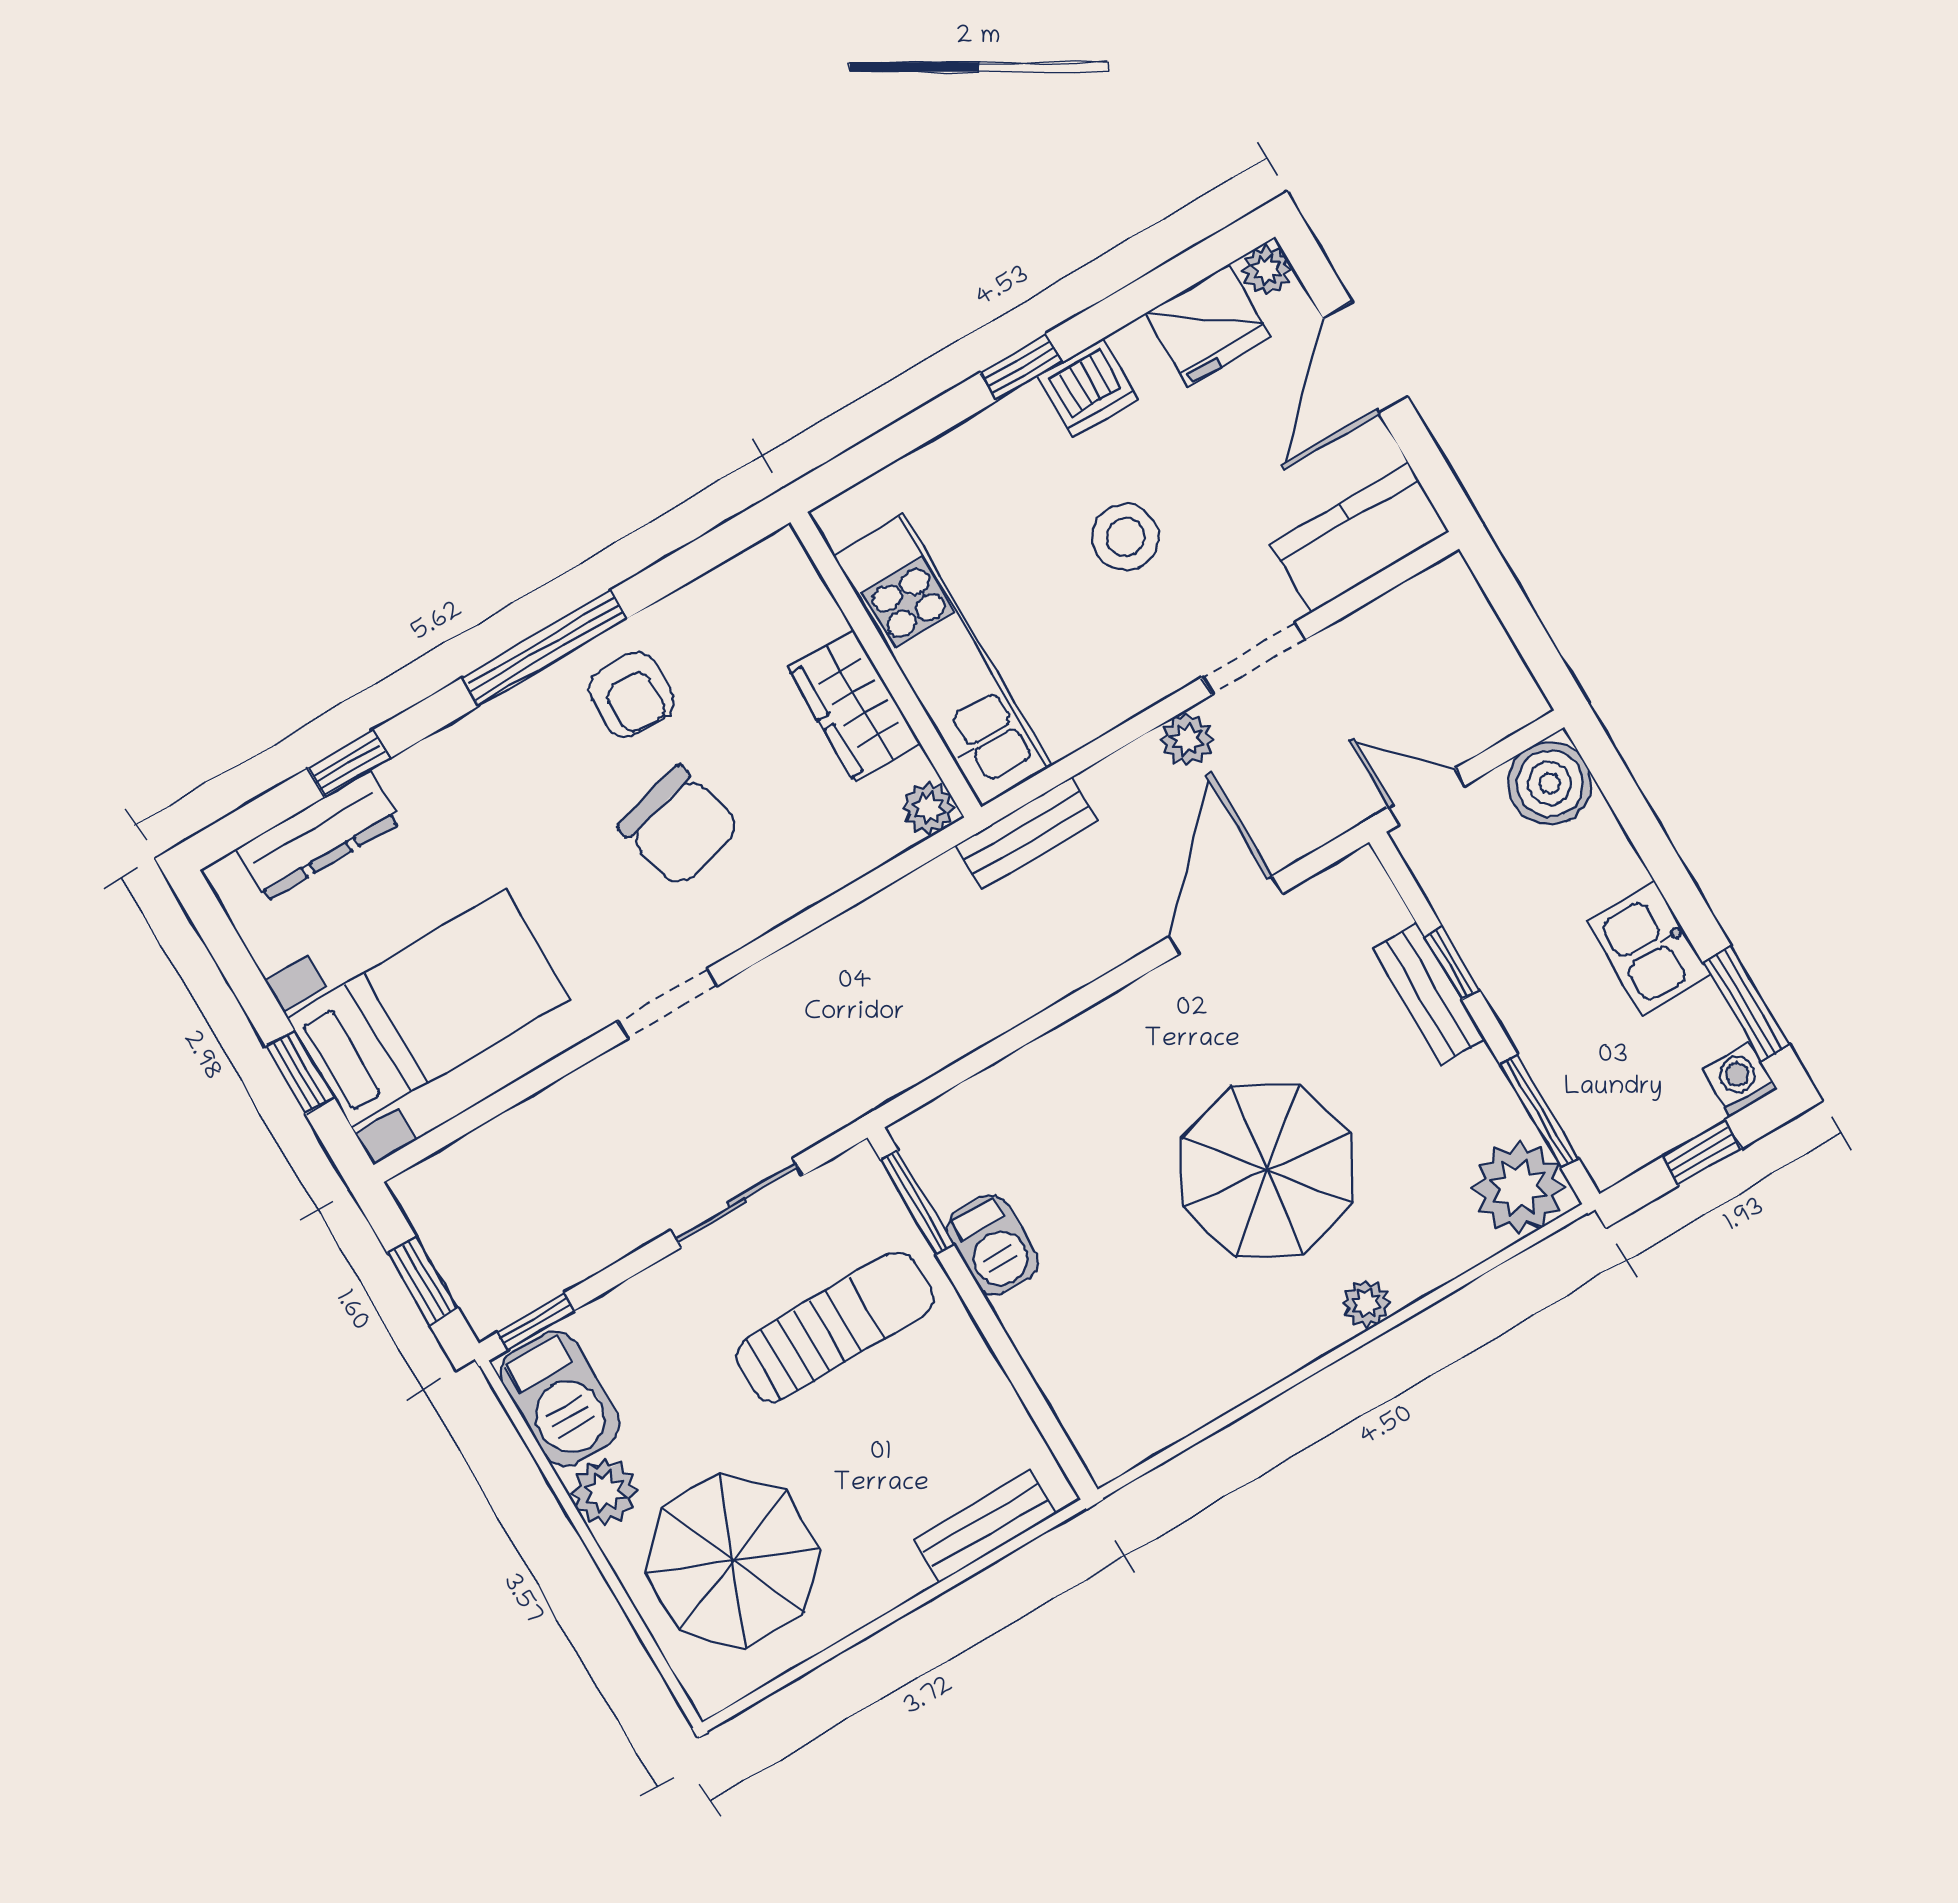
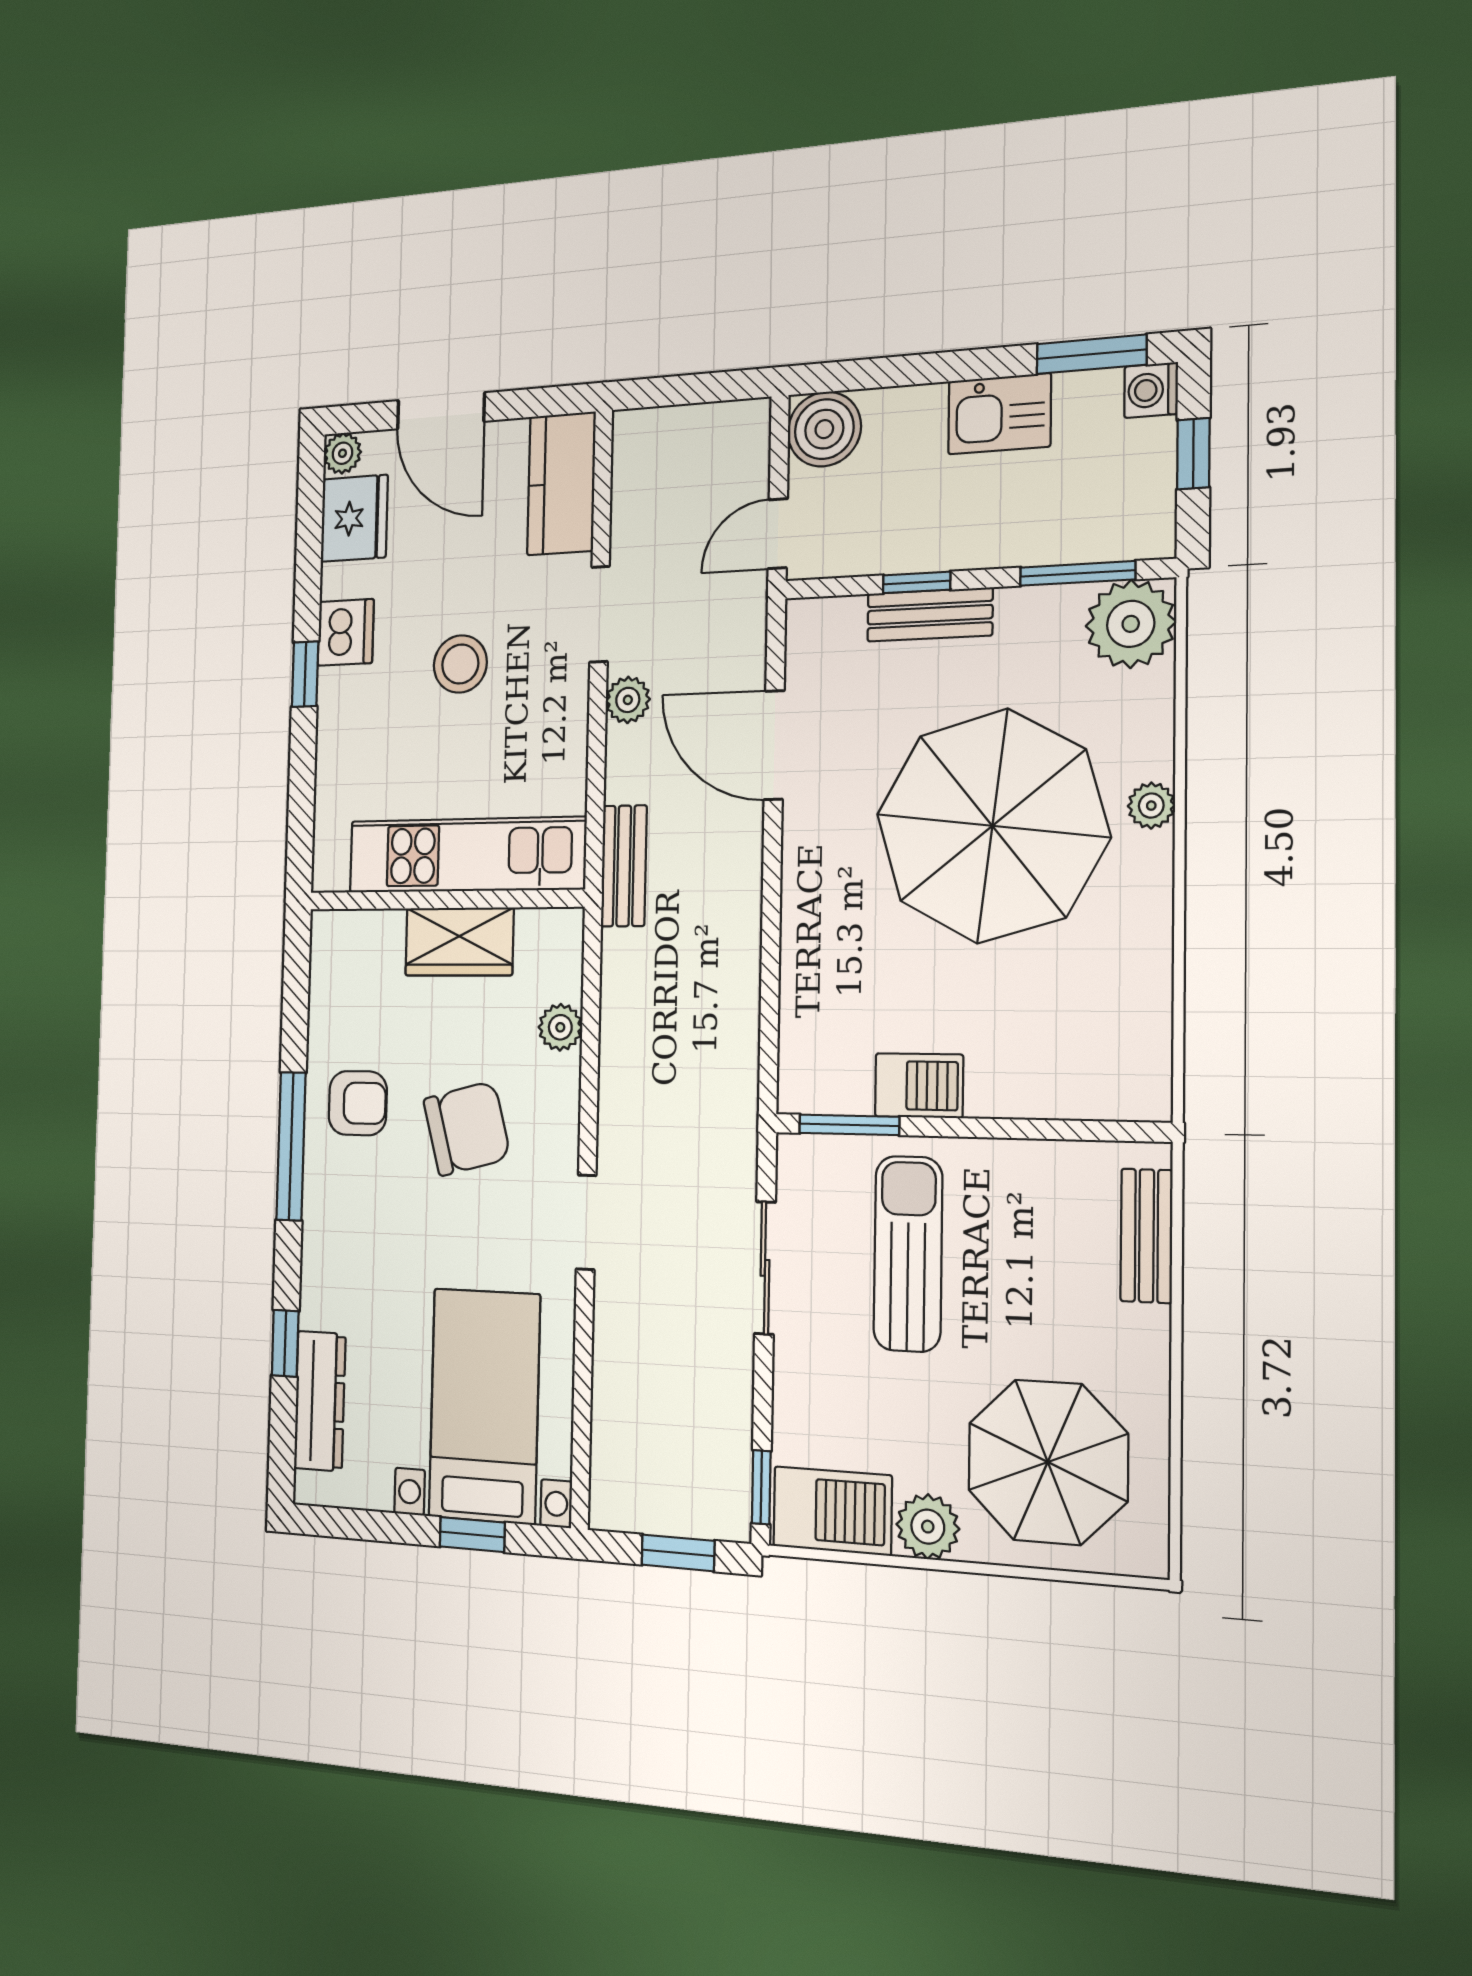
plant: (928, 808) -> (560, 1027), moved
parasol: (1267, 1170) -> (992, 826), width x1.36, depth x1.36

